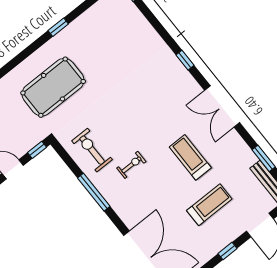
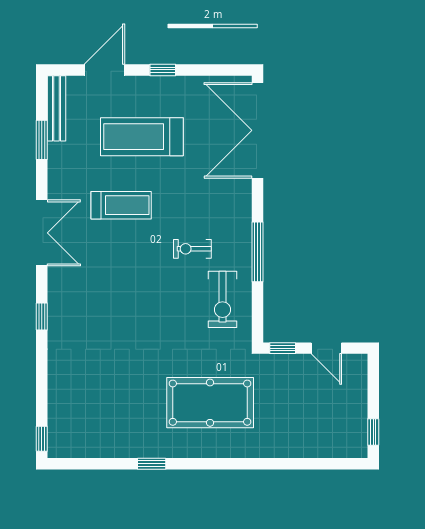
treadmill: (190, 157) -> (121, 205), turned -90
treadmill: (209, 205) -> (142, 137), width x1.37, depth x1.38

